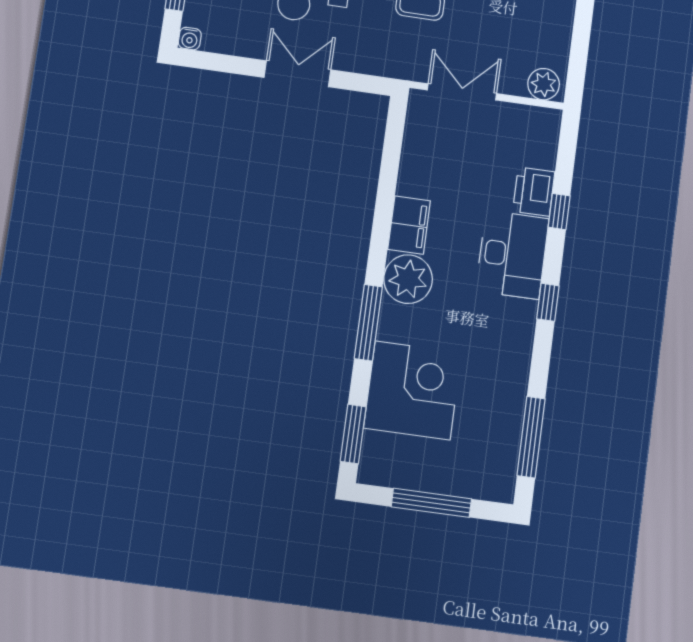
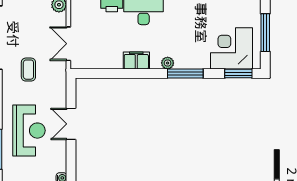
plant: (408, 279) -> (168, 63), width x0.53, depth x0.53
corner desk: (413, 390) -> (231, 48), moved

